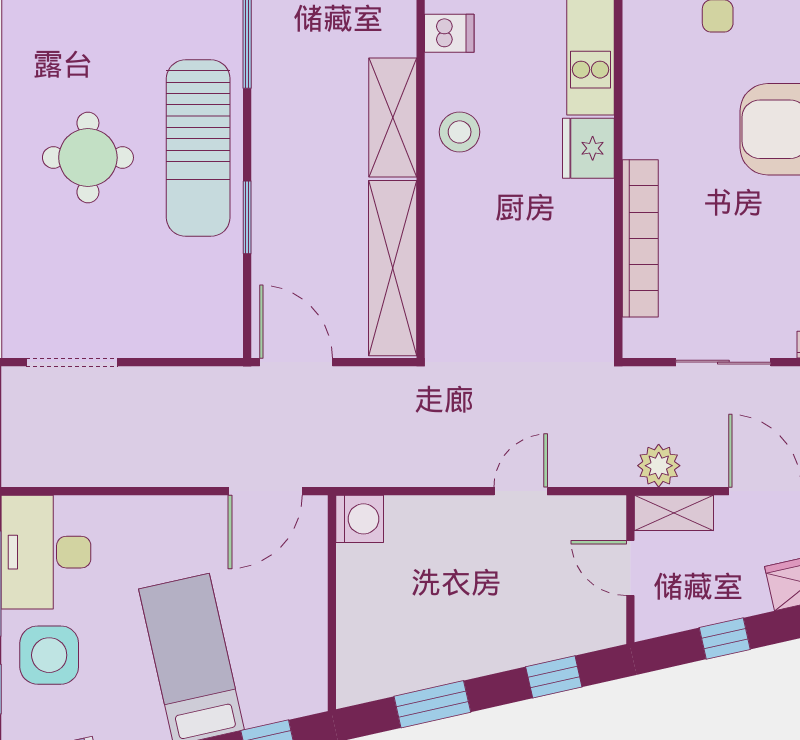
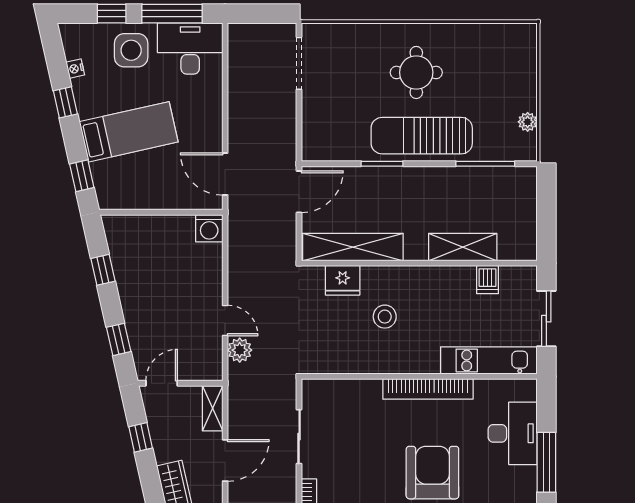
shelving: (393, 118) -> (463, 247), moved
stool: (460, 132) -> (385, 317), moved
fridge: (588, 148) -> (343, 280), moved, turned 180
bookcase: (640, 238) -> (428, 389), moved
plant: (659, 466) -> (240, 350), moved
door: (630, 568) -> (162, 383), moved
window: (432, 704) -> (103, 270), width x0.67

